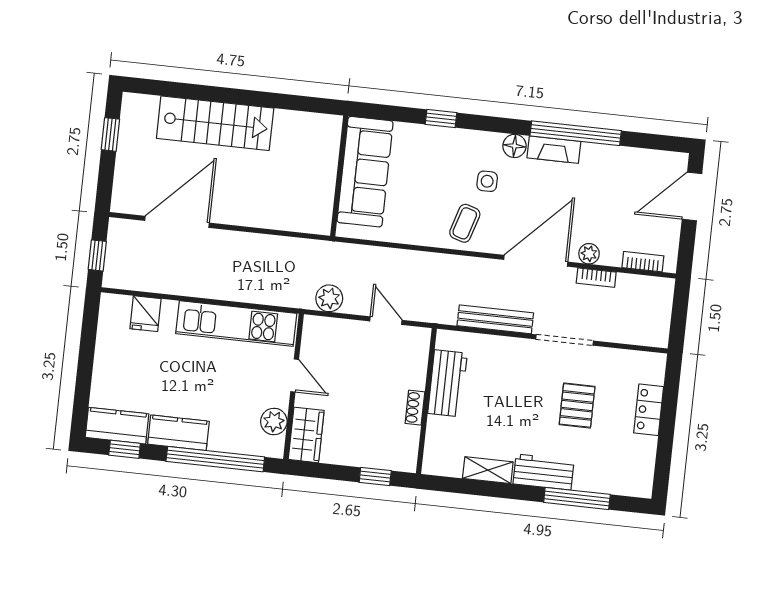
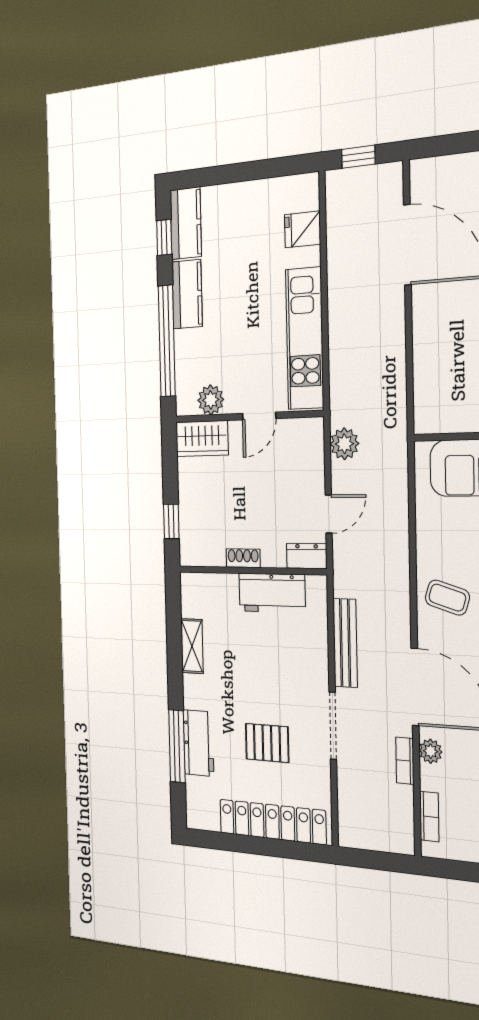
dresser: (419, 346) -> (307, 556), added
locker: (649, 410) -> (272, 822), width x2.16, depth x1.21
workbench: (543, 472) -> (198, 743), moved

